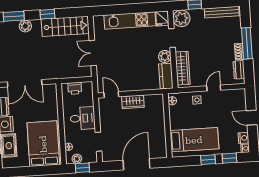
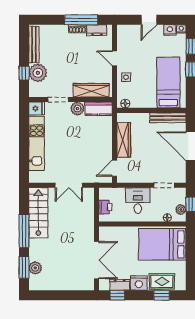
window: (47, 14) -> (24, 231), width x2.17
plant: (181, 18) -> (38, 73), moved
plant: (25, 26) -> (35, 268), moved
window: (247, 43) -> (81, 20), moved
wardrobe: (133, 102) -> (124, 140), width x1.50
bench: (162, 141) -> (168, 118), added

